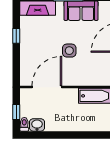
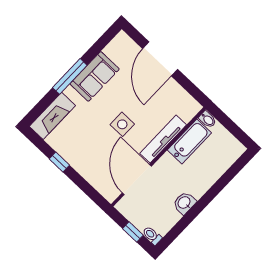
tv unit: (82, 80) -> (163, 139), added
washbasin: (37, 125) -> (184, 203), moved

